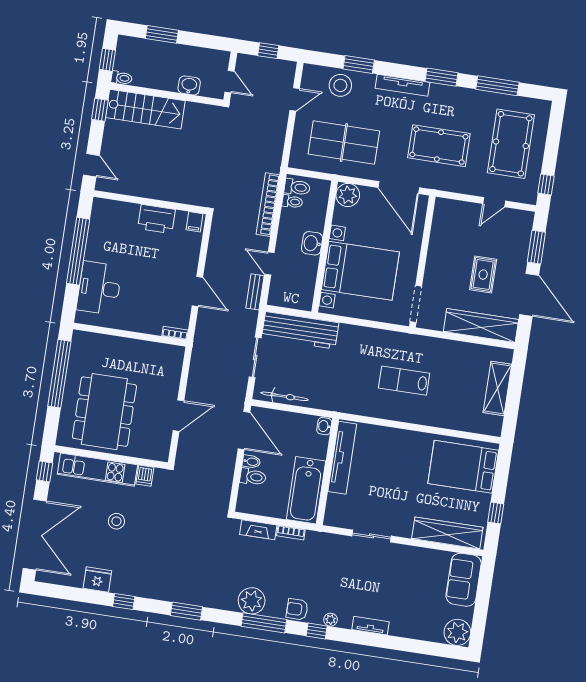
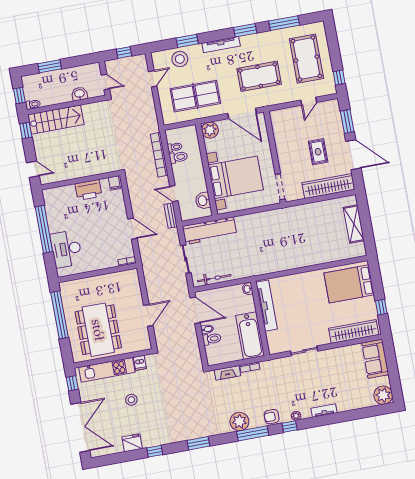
toilet: (297, 187) -> (178, 157), moved
washbasin: (312, 243) -> (203, 201), moved
lab bench: (404, 381) -> (290, 240), removed

